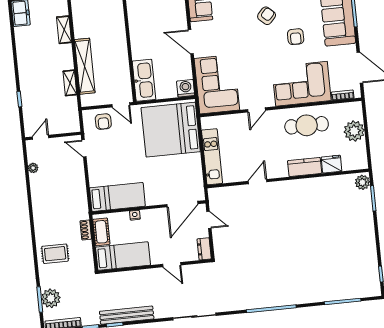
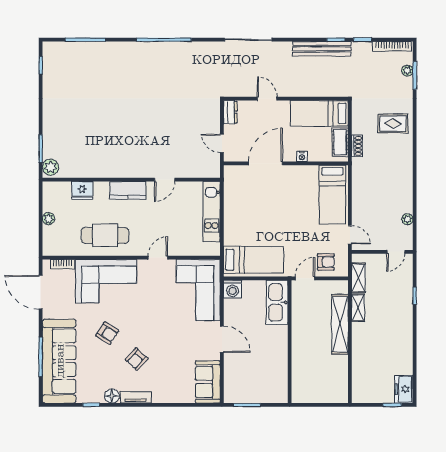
shelving: (64, 30) -> (358, 278), moved
armchair: (296, 37) -> (107, 333), turned 123
door: (121, 105) -> (305, 278), hinge flipped
armchair: (103, 122) -> (326, 262), turned 90
bed: (171, 130) -> (253, 260), width x0.49
plant: (354, 131) -> (49, 219), width x0.53, depth x0.53
kitchen counter: (305, 167) -> (128, 190), moved
bed: (117, 197) -> (332, 195), moved, turned -90
door: (182, 204) -> (266, 163), moved
plant: (51, 298) -> (407, 71), width x0.53, depth x0.53

